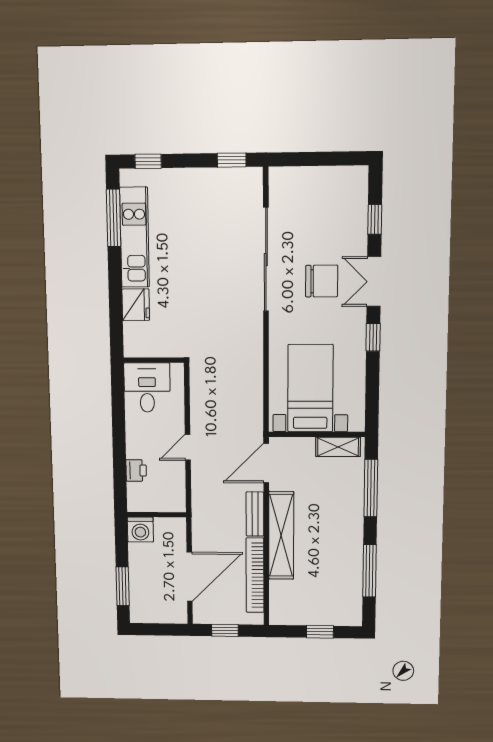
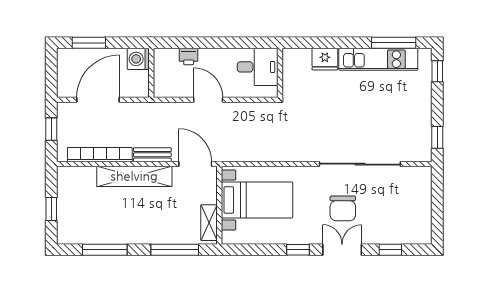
door: (188, 447) -> (208, 100), width x1.38
door: (190, 577) -> (98, 100), swing flipped

